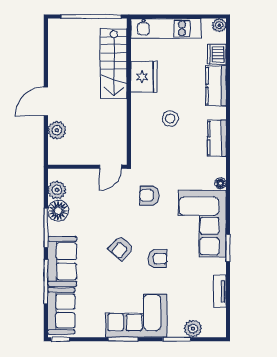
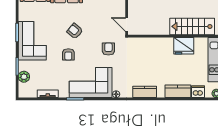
stool: (170, 119) -> (157, 62), removed

